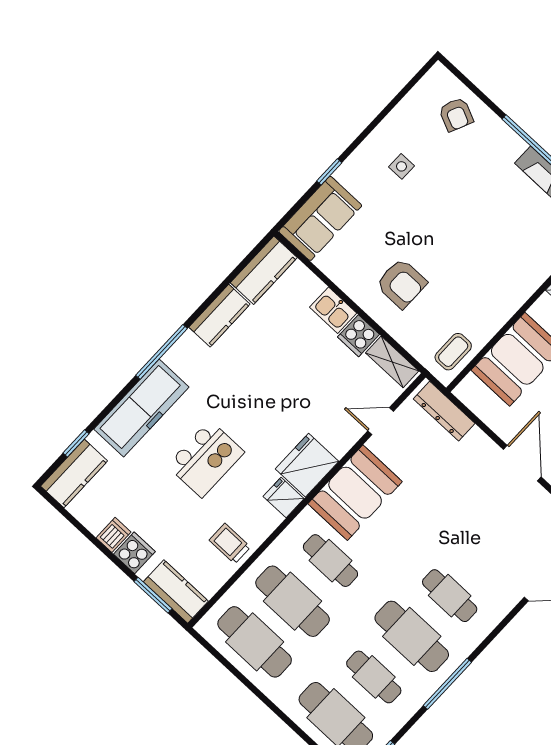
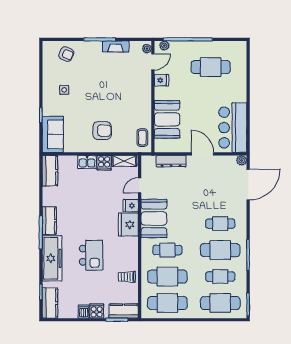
kitchen counter: (219, 316) -> (49, 221), moved
dresser: (444, 411) -> (171, 161), moved
fridge: (284, 498) -> (131, 206), moved

